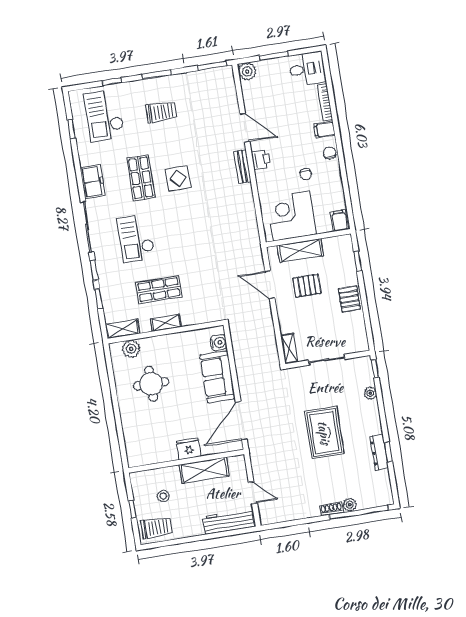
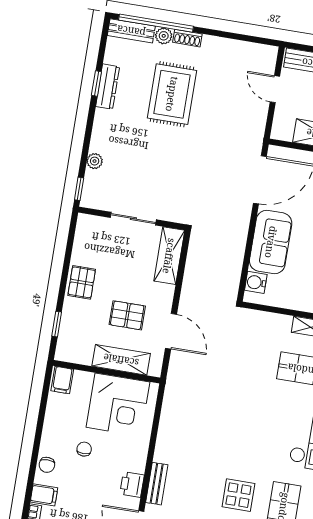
shelving: (289, 349) -> (169, 256), width x1.50, depth x1.33
rug: (324, 433) -> (172, 94), moved
bench: (375, 500) -> (131, 31), added

